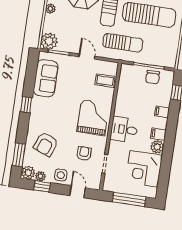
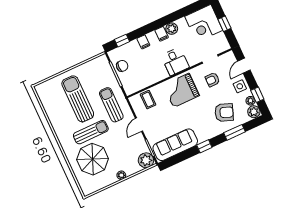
sofa: (46, 78) -> (175, 145), width x1.36
window: (19, 155) -> (234, 132), moved
corner desk: (144, 169) -> (204, 23), moved, turned 90
window: (129, 199) -> (224, 24), width x0.46

